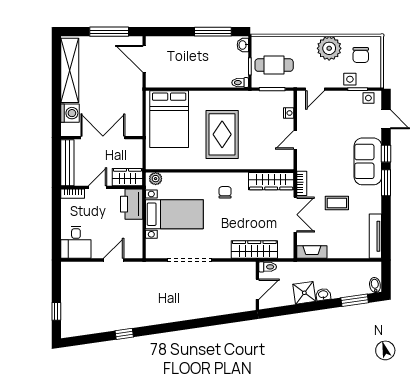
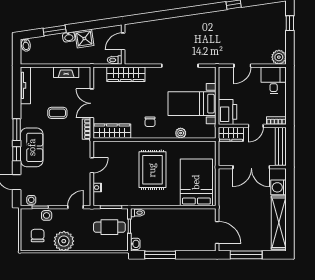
plant: (156, 179) -> (181, 133), moved
fireplace: (312, 252) -> (66, 72), moved
plant: (70, 270) -> (279, 57), added
window: (355, 300) -> (55, 31), moved

